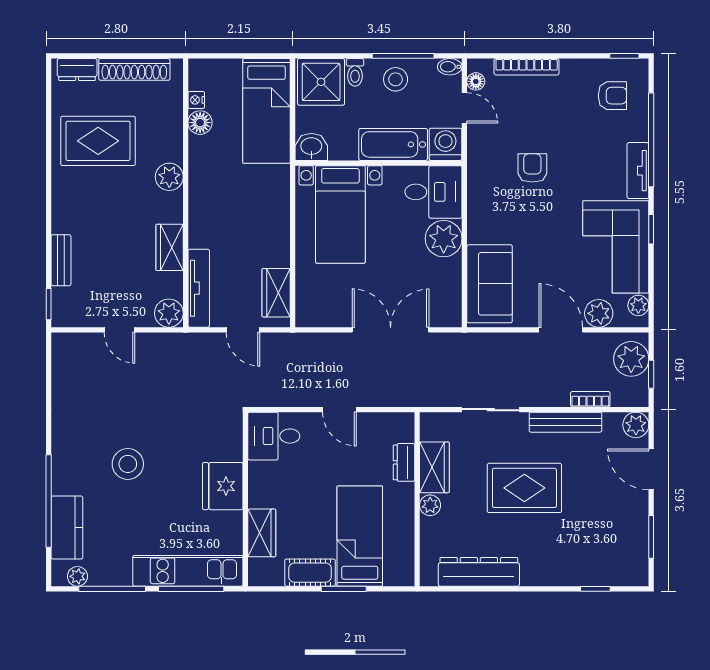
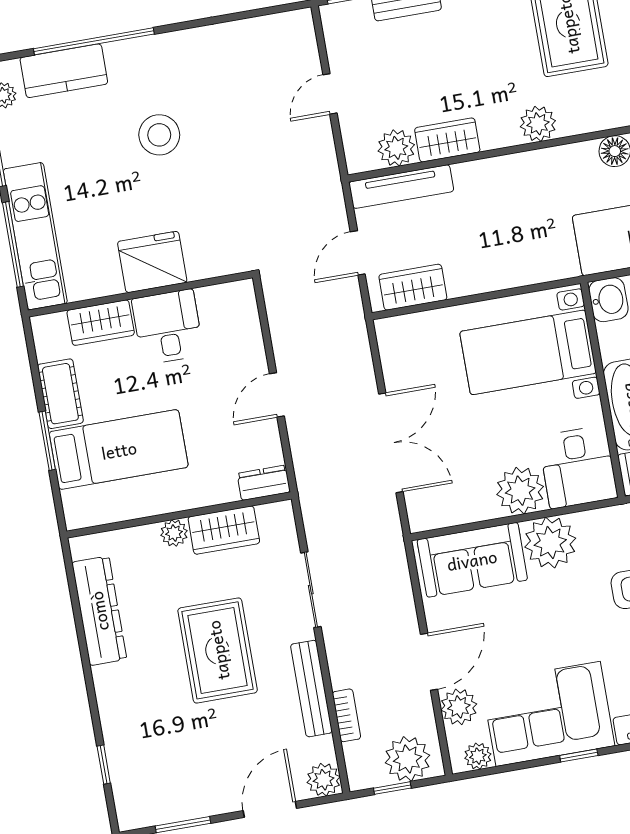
plant: (487, 223) -> (550, 543), added
plant: (169, 313) -> (396, 148), moved
desk: (274, 436) -> (168, 327), moved
dresser: (404, 462) -> (264, 483), moved

